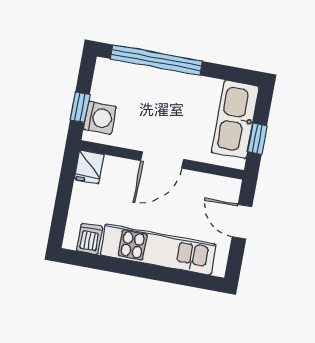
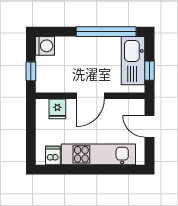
window: (156, 60) -> (106, 32), moved
washing machine: (100, 118) -> (45, 46), moved
fridge: (89, 167) -> (57, 109), moved

